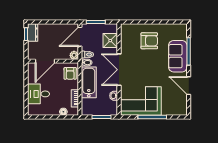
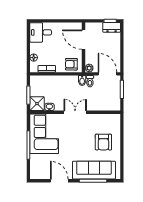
shower: (110, 41) -> (37, 104), moved
sofa: (178, 56) -> (94, 170), width x1.36
double door: (119, 70) -> (75, 112), width x0.73
bathtub: (89, 82) -> (63, 83), removed
door: (189, 86) -> (59, 181), hinge flipped
desk: (38, 94) -> (41, 32), moved, turned -90

